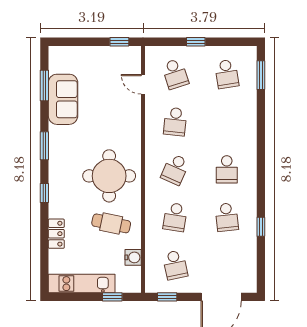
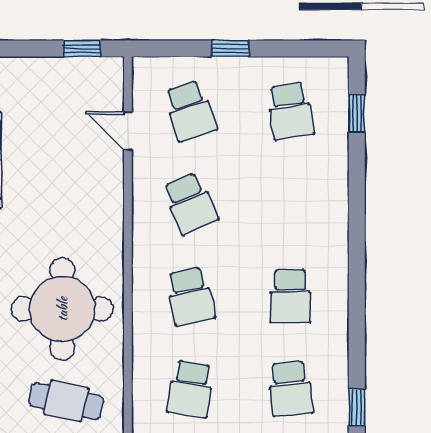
window: (261, 75) -> (357, 113), width x0.67
school desk: (175, 122) -> (190, 203), turned -30
school desk: (175, 169) -> (190, 296), turned -36

